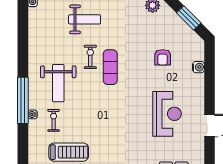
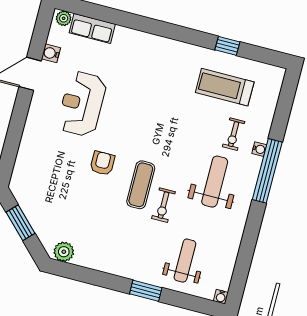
weight bench: (85, 19) -> (185, 261), moved, turned 90
armchair: (163, 57) -> (102, 163), moved
water cooler: (198, 67) -> (51, 53), moved

